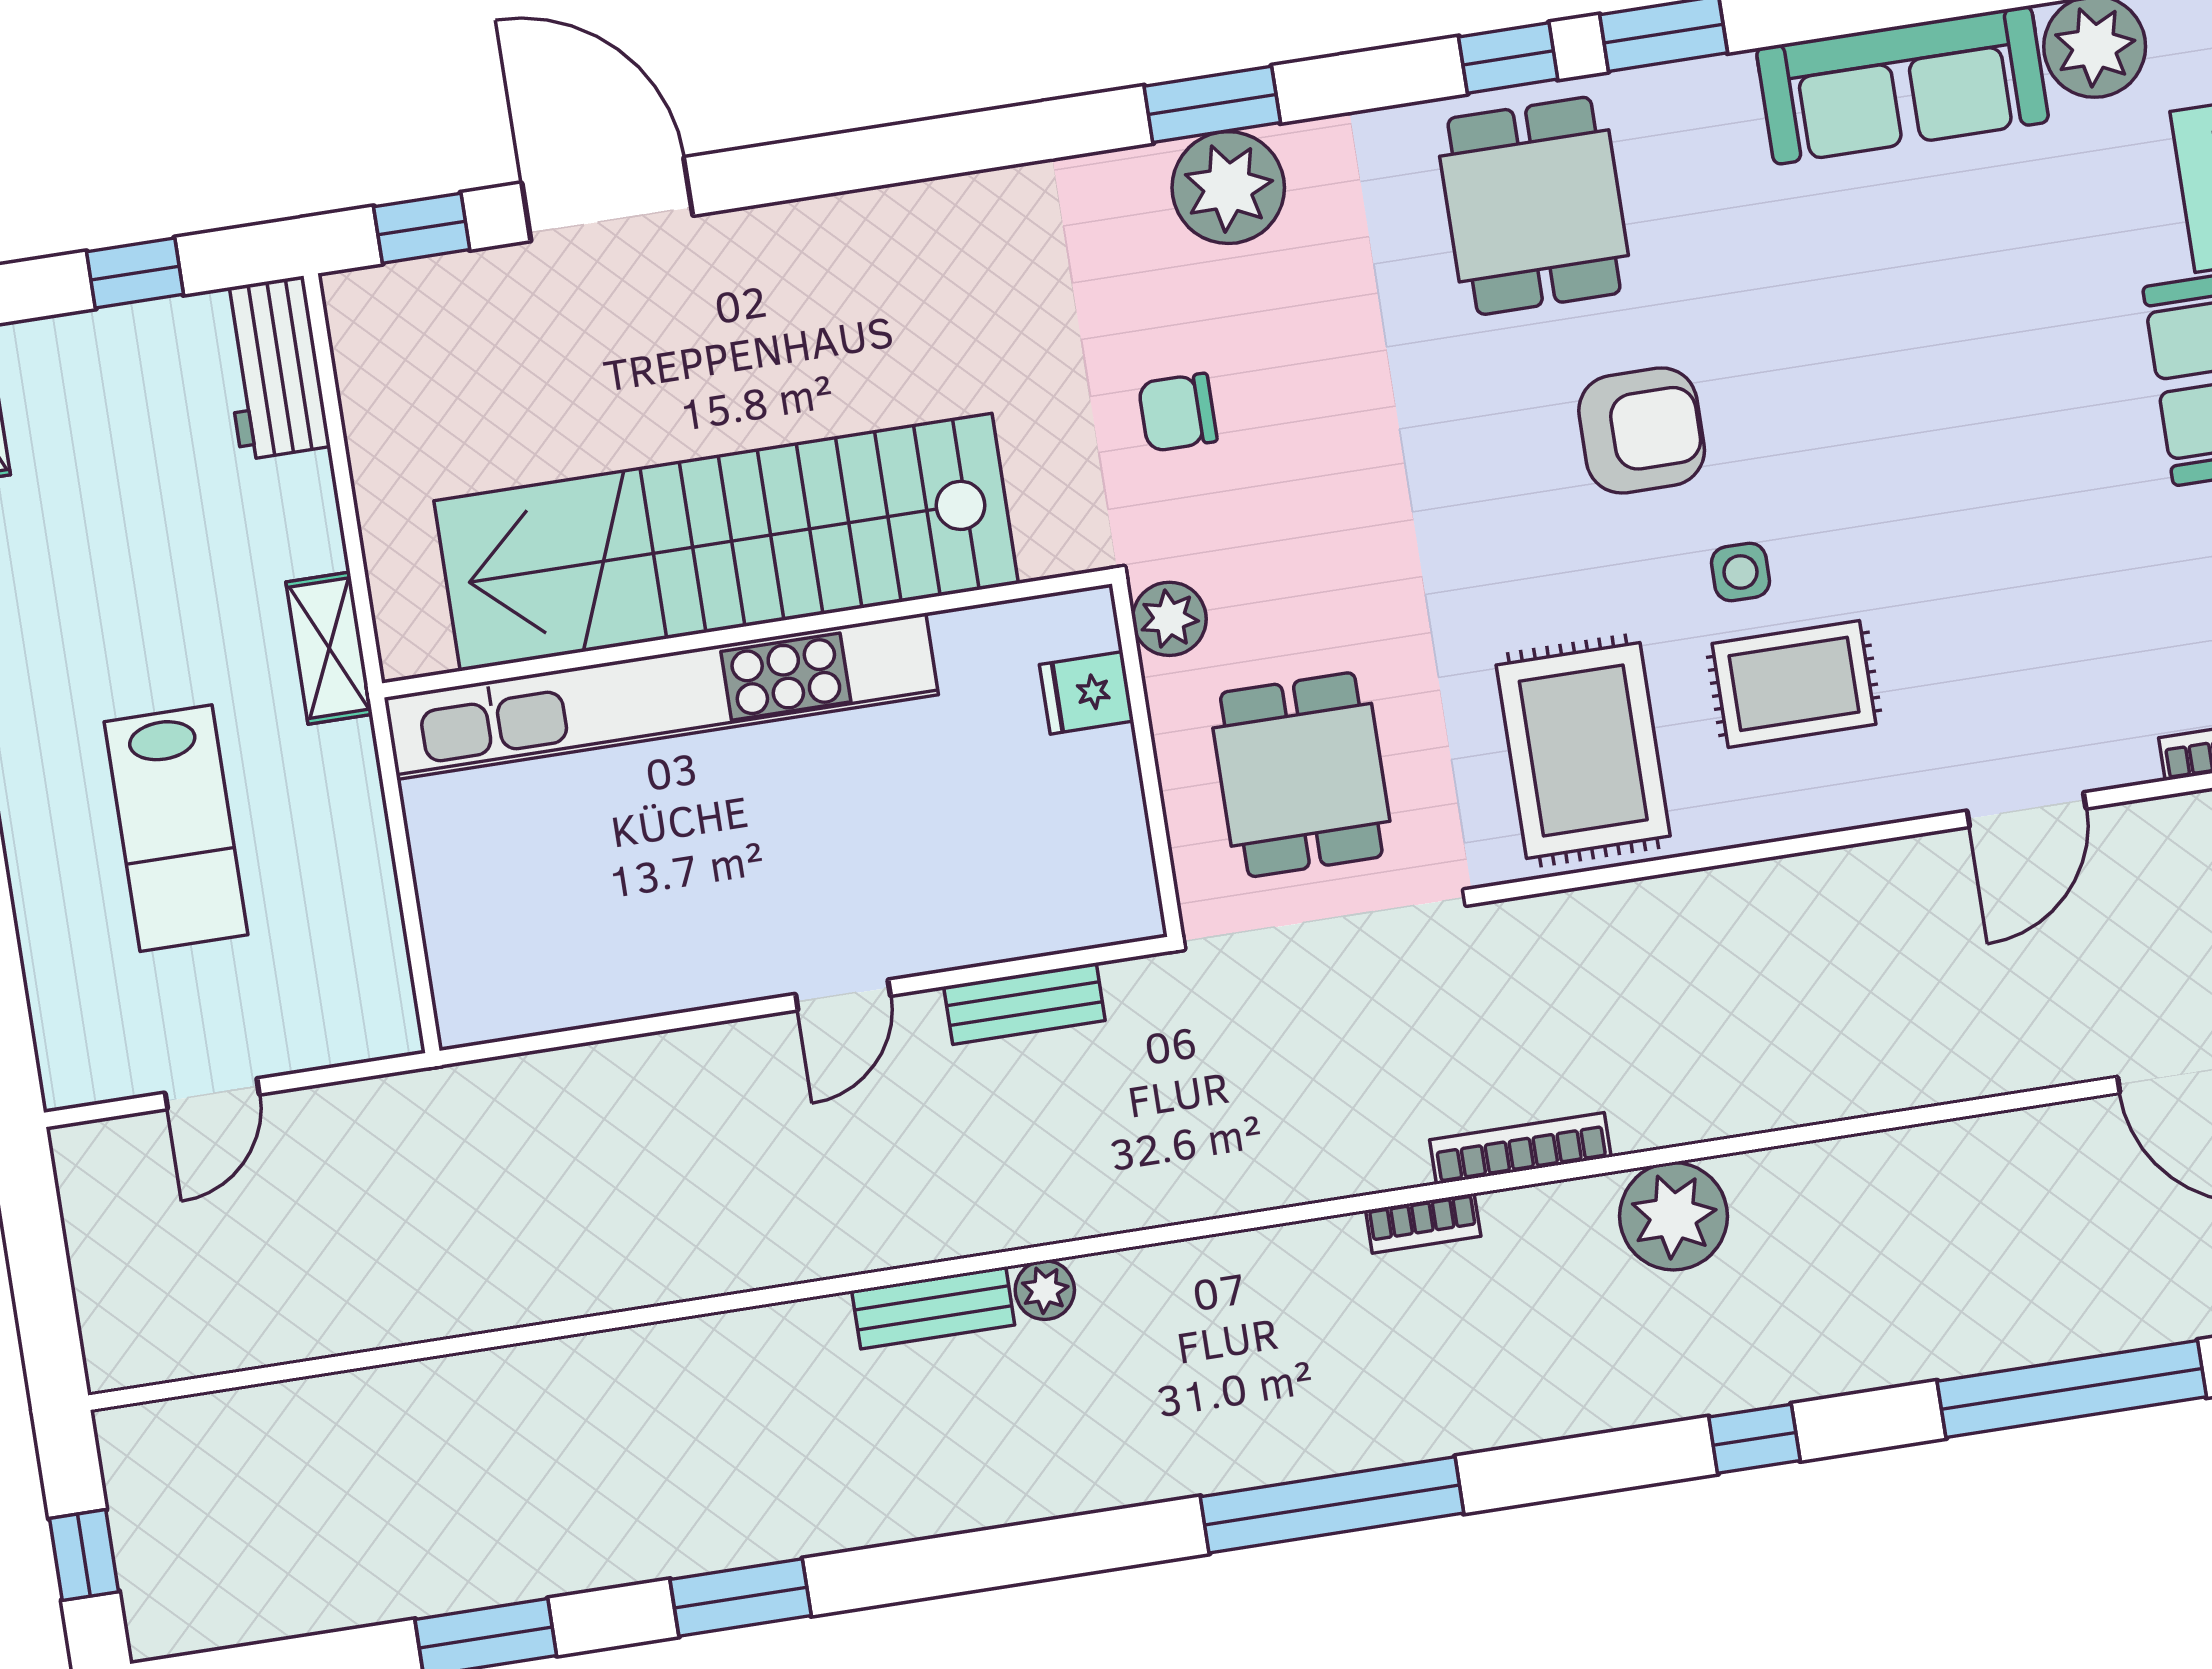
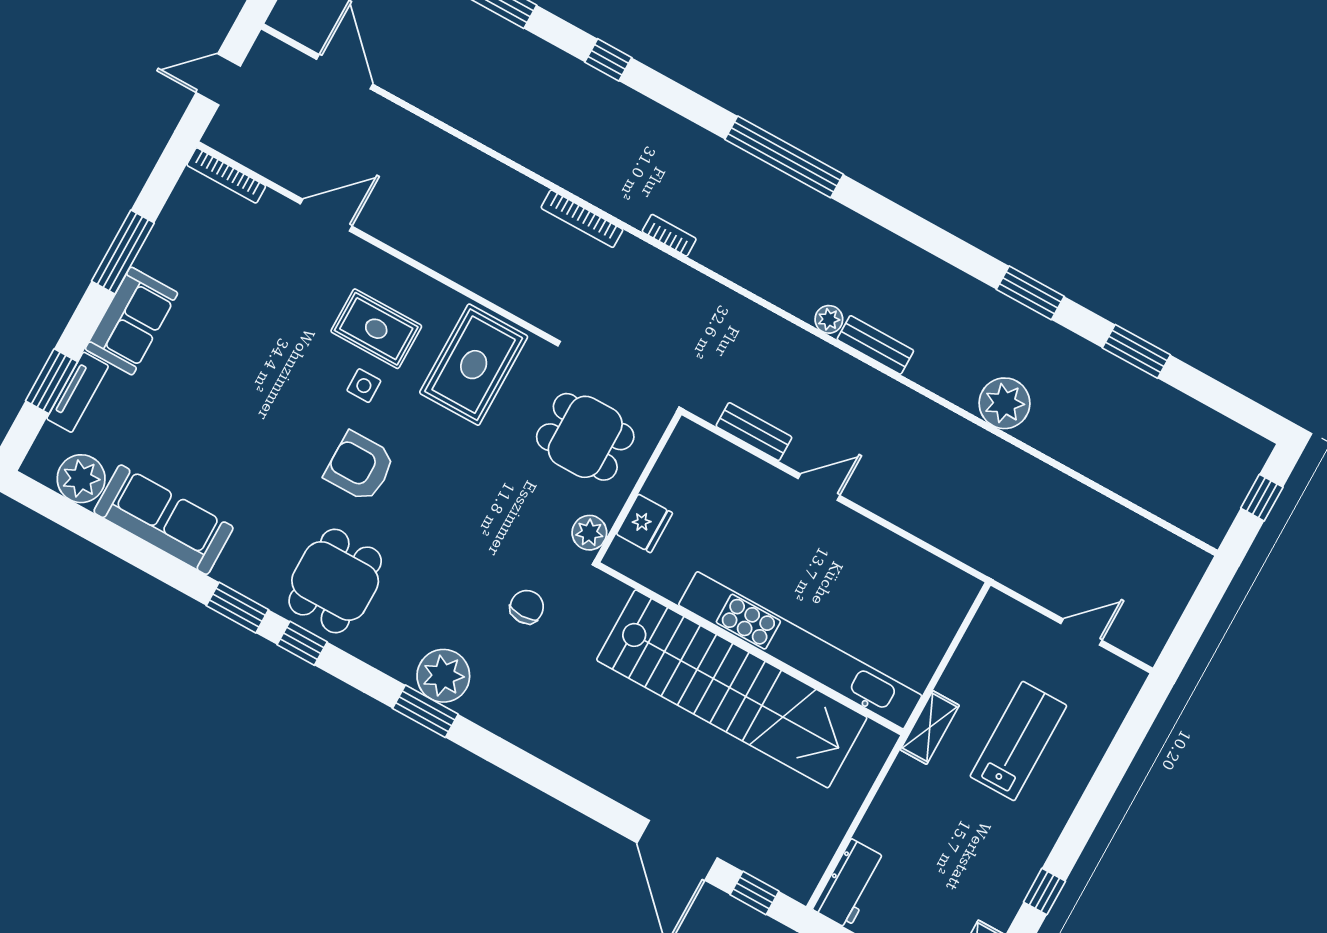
chair: (1178, 412) -> (527, 607), turned -90
shelving: (329, 648) -> (930, 727), moved
fridge: (1087, 693) -> (644, 523), width x1.38
dining table: (1301, 775) -> (585, 437), turned 90
bookcase: (1520, 1148) -> (582, 219), moved
plant: (1674, 1216) -> (1005, 403), moved

